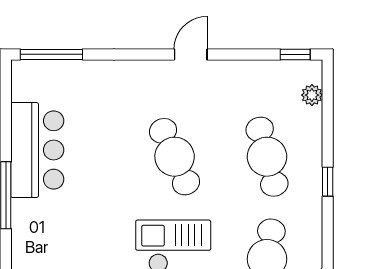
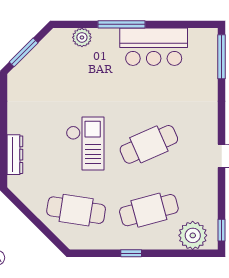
plant: (312, 95) -> (193, 235), width x1.88, depth x1.88
plant: (24, 251) -> (82, 37), added

